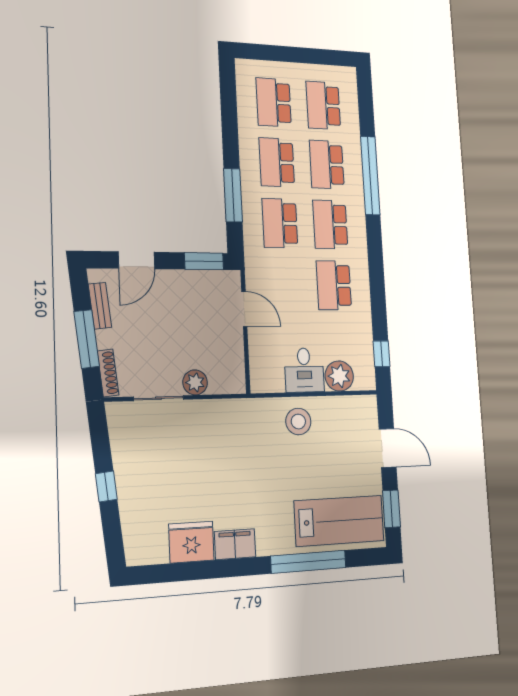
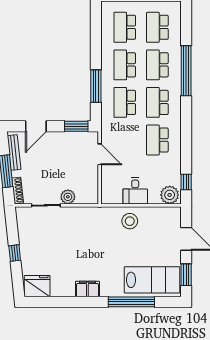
bench: (100, 306) -> (14, 152), width x1.36
plant: (339, 376) -> (170, 195), moved
fridge: (191, 542) -> (37, 286), moved

